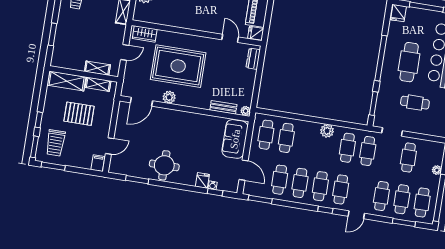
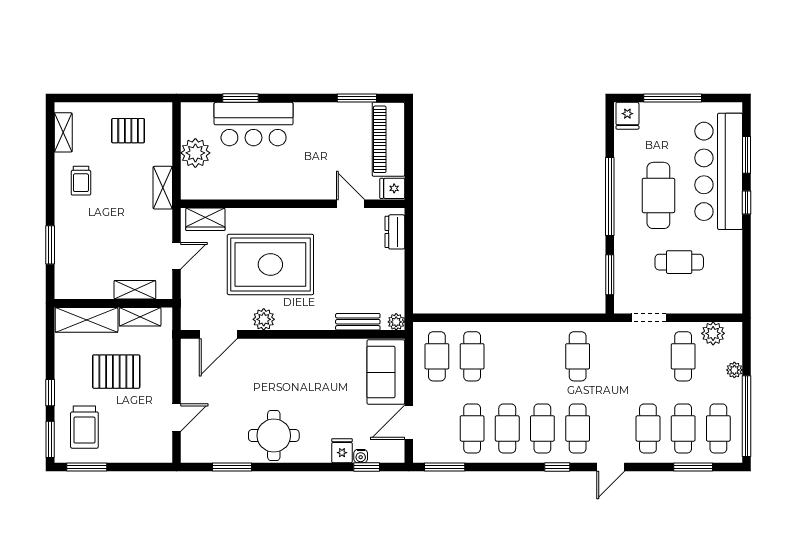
plant: (327, 131) -> (713, 333), moved
cafe table: (368, 151) -> (613, 356), removed
filing cabinet: (98, 163) -> (161, 450), removed
door: (244, 170) -> (409, 422), swing flipped

